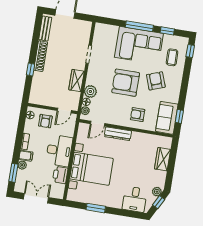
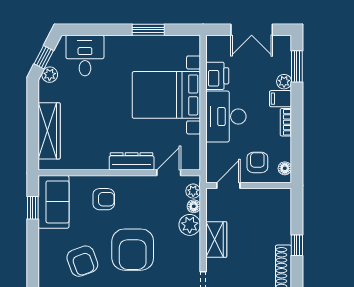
armchair: (126, 83) -> (133, 250), turned 90
wardrobe: (163, 159) -> (49, 131), width x1.50

